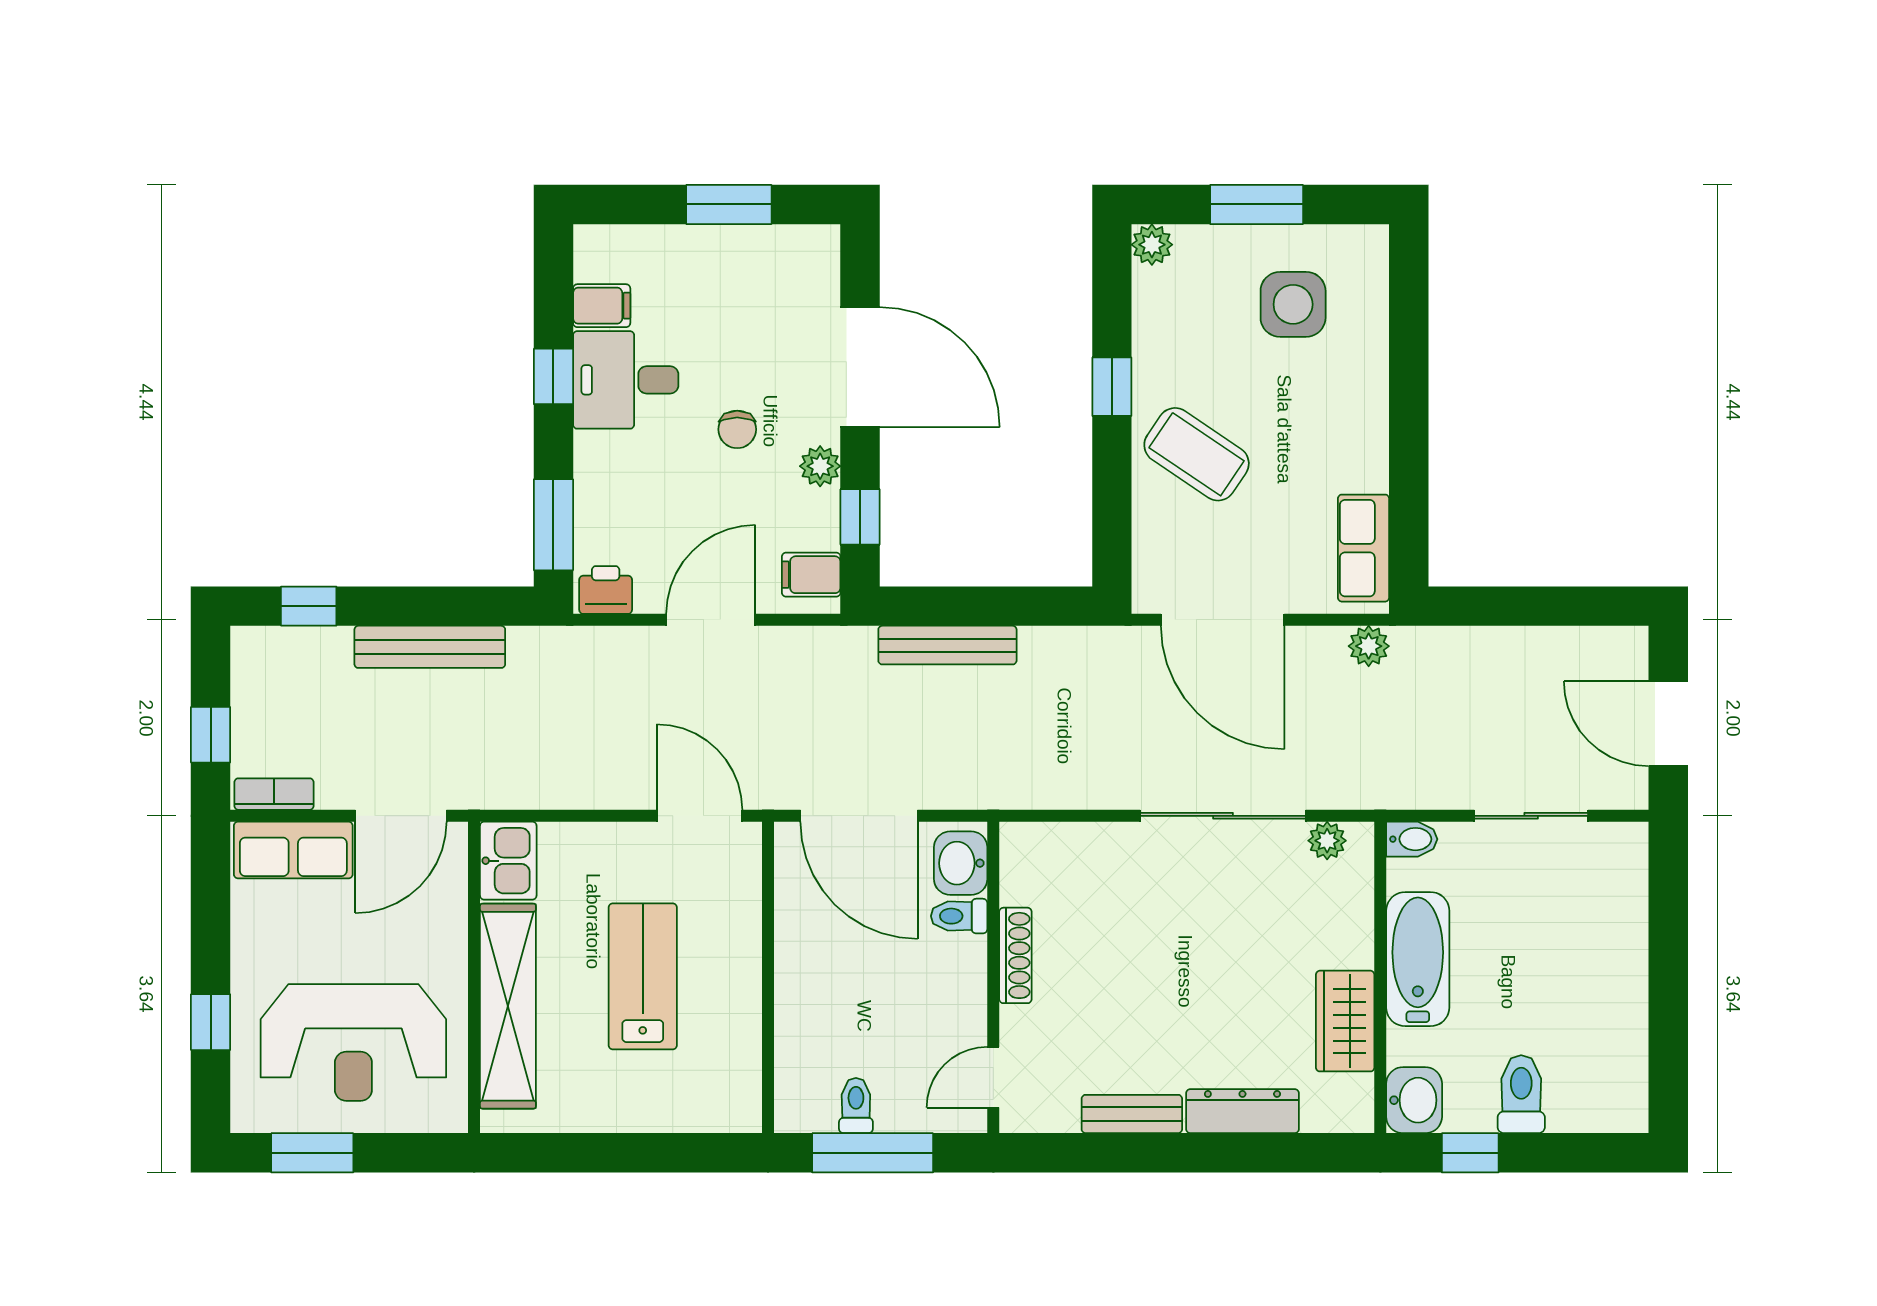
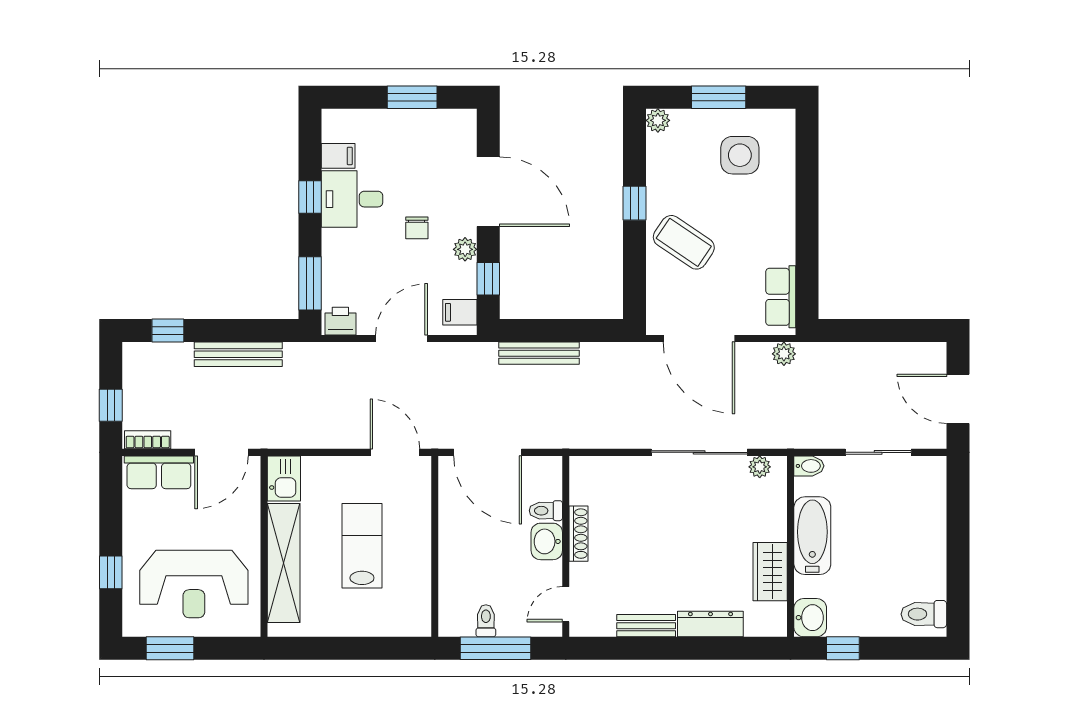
washbasin: (961, 863) -> (547, 541), moved
toilet: (1521, 1094) -> (924, 614), moved, turned -90

